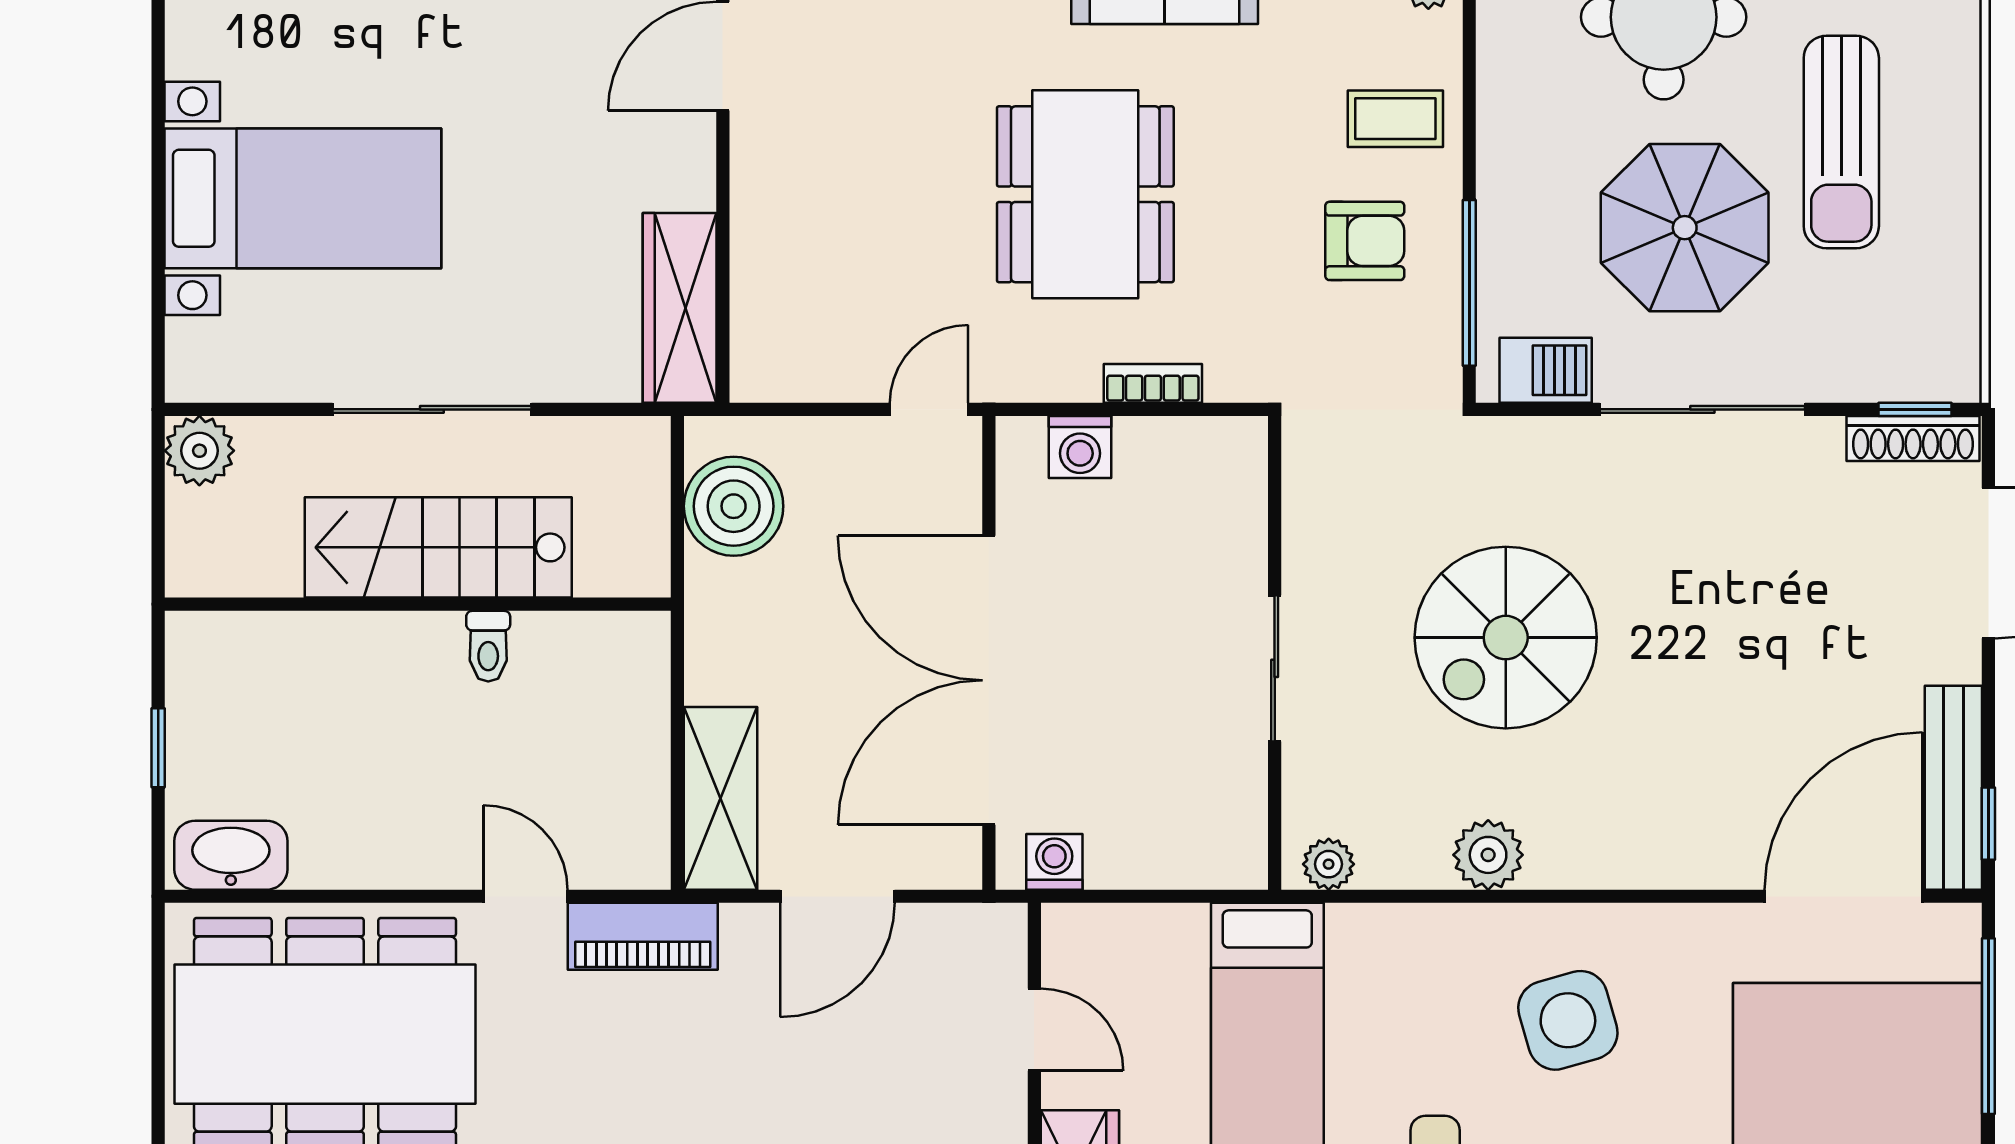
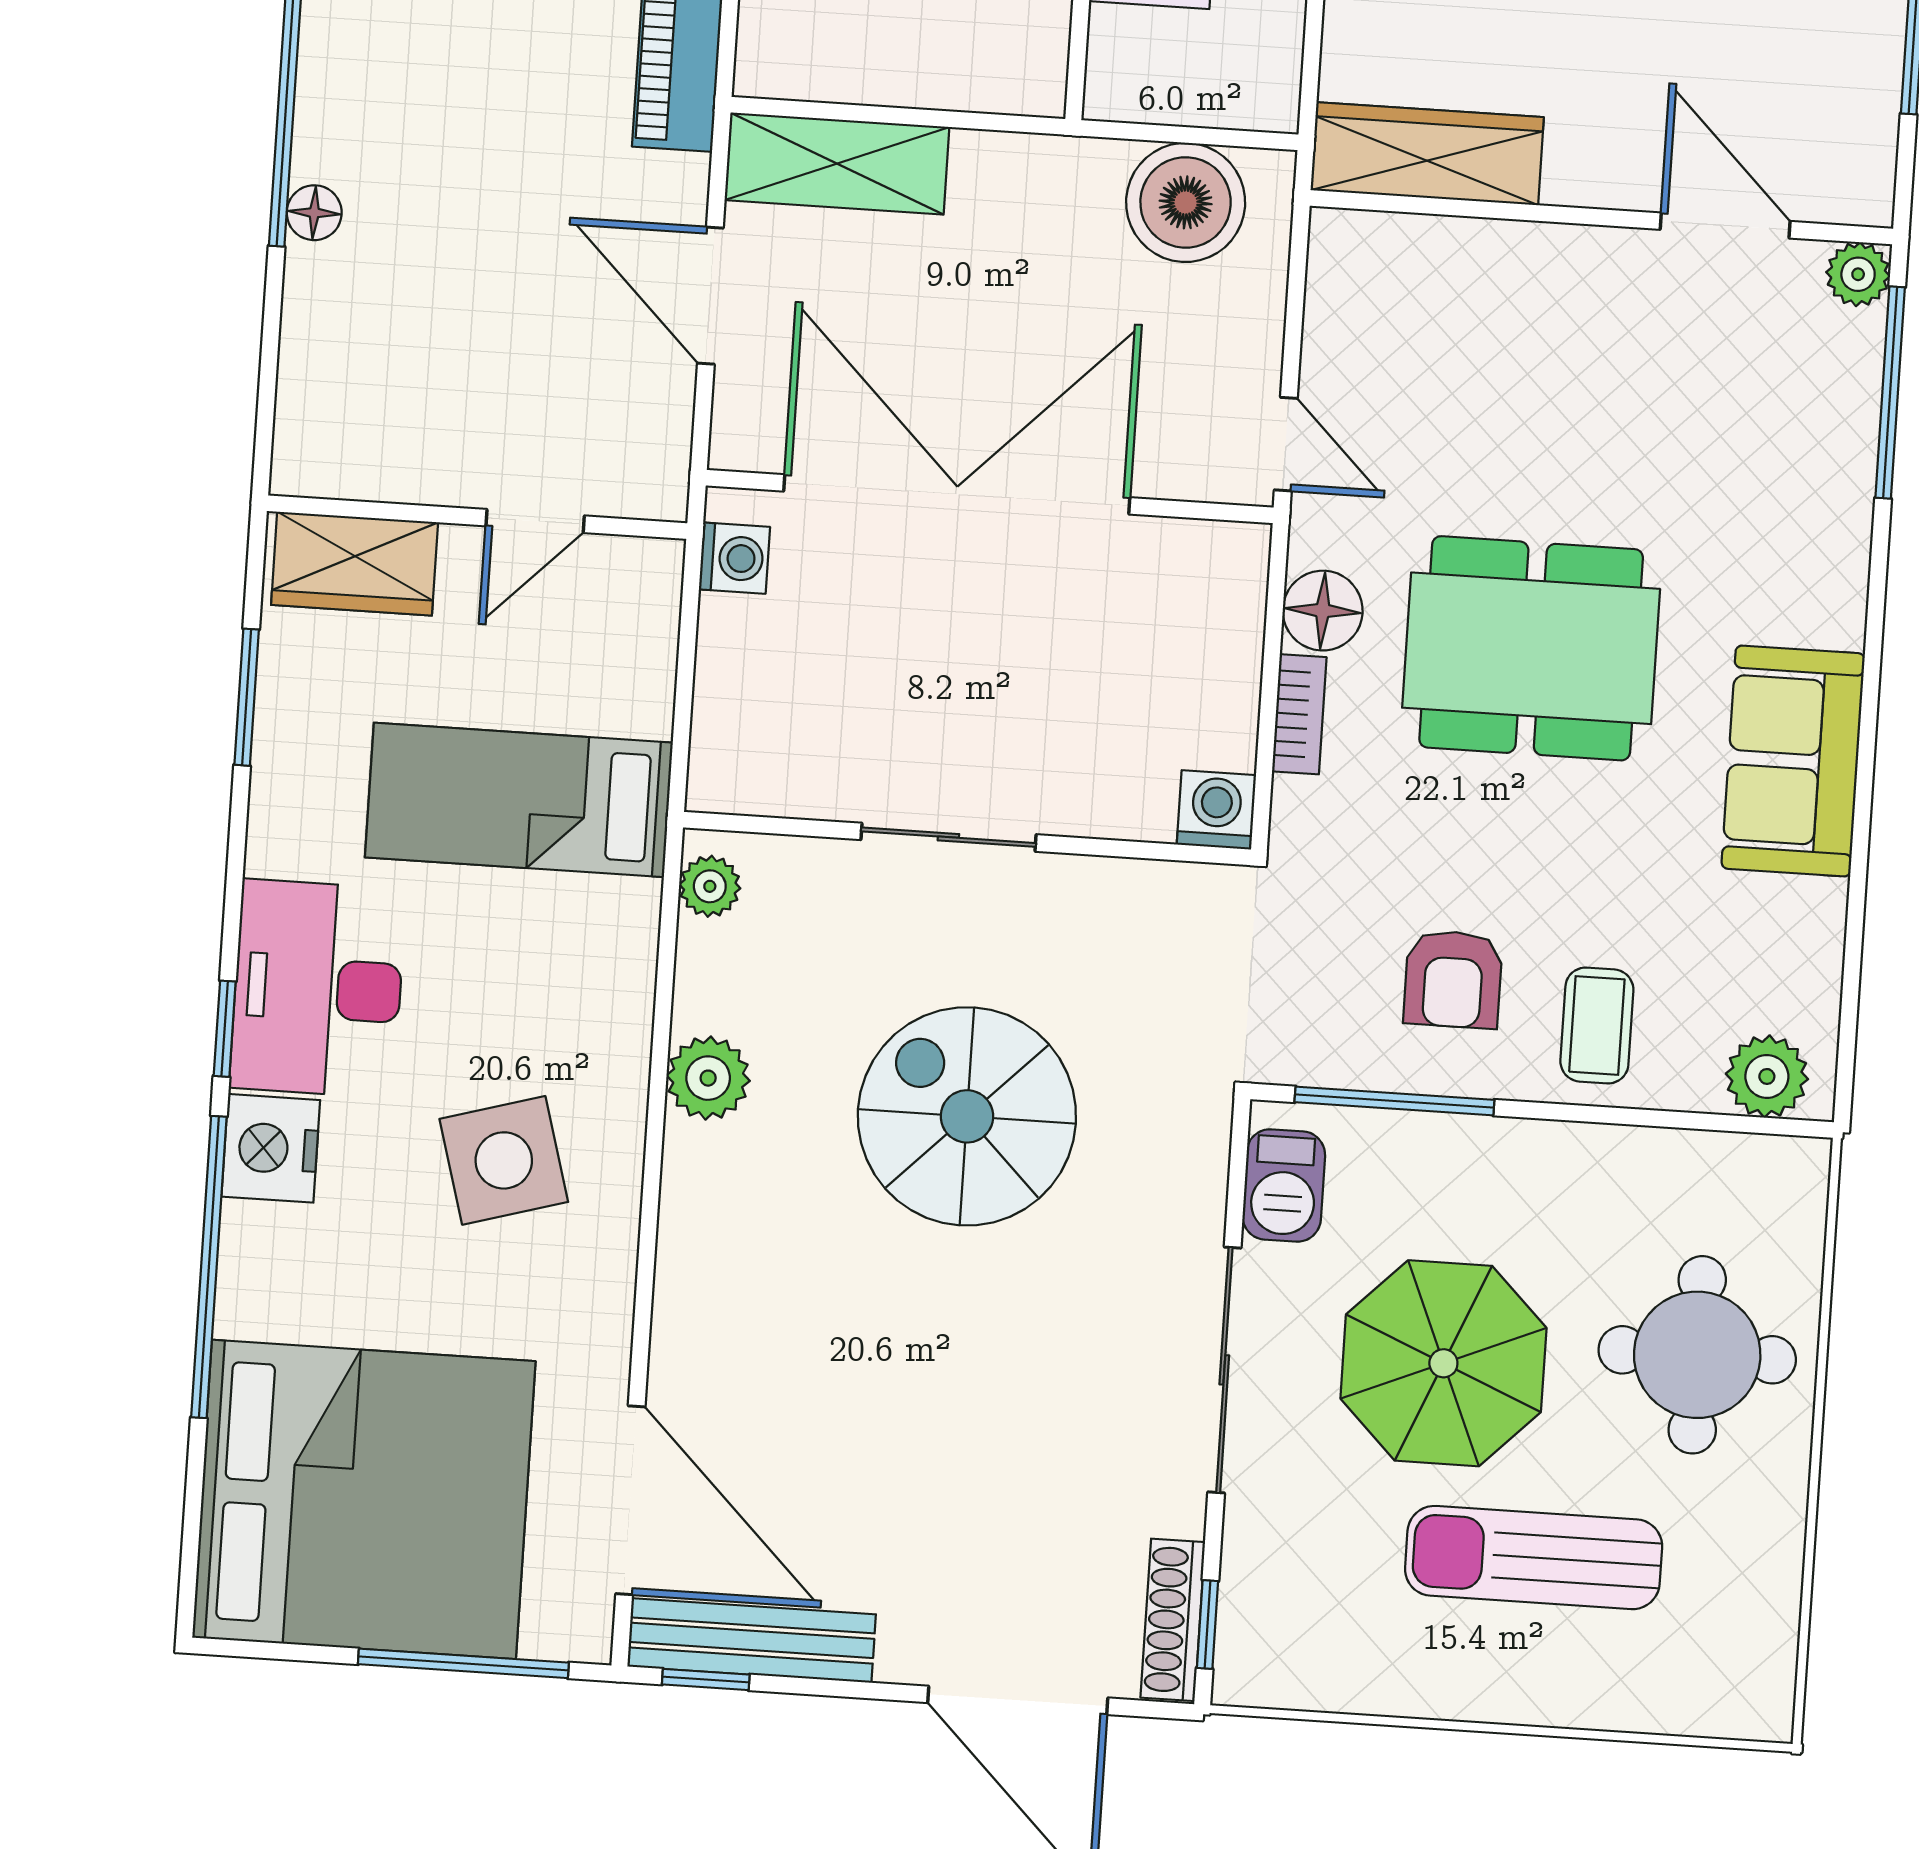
floor lamp: (1065, 370) -> (1323, 611), added
washing machine: (1080, 447) -> (1216, 810), moved, turned 90

